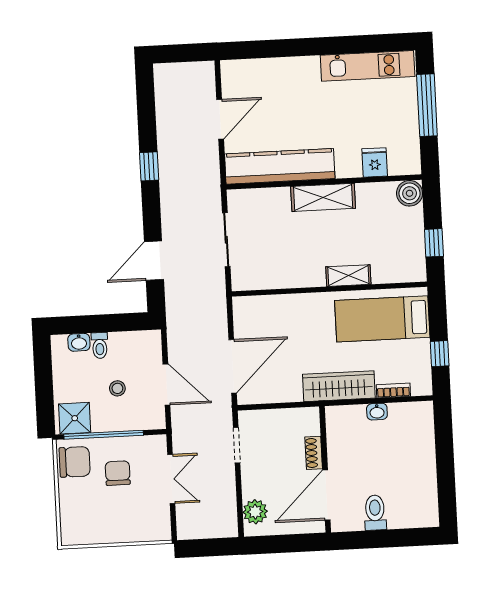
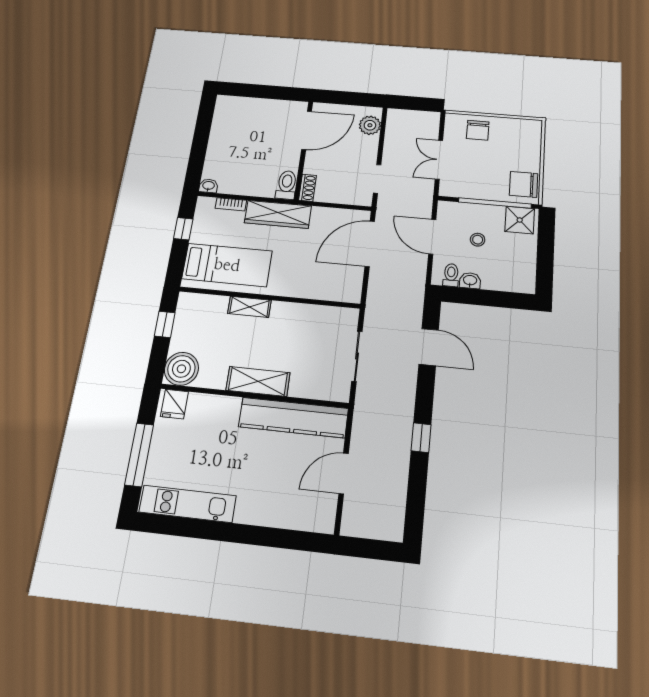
fridge: (375, 162) -> (174, 404), moved
boiler: (410, 193) -> (181, 369), width x1.37, depth x1.37
door: (154, 261) -> (429, 347), hinge flipped
washbasin: (79, 342) -> (470, 281), moved
toilet: (100, 345) -> (451, 275), moved
washbasin: (377, 412) -> (208, 186), moved
shoe rack: (314, 453) -> (308, 188), moved
chair: (118, 473) -> (478, 130), moved
toilet: (375, 513) -> (287, 185), moved, turned 180

